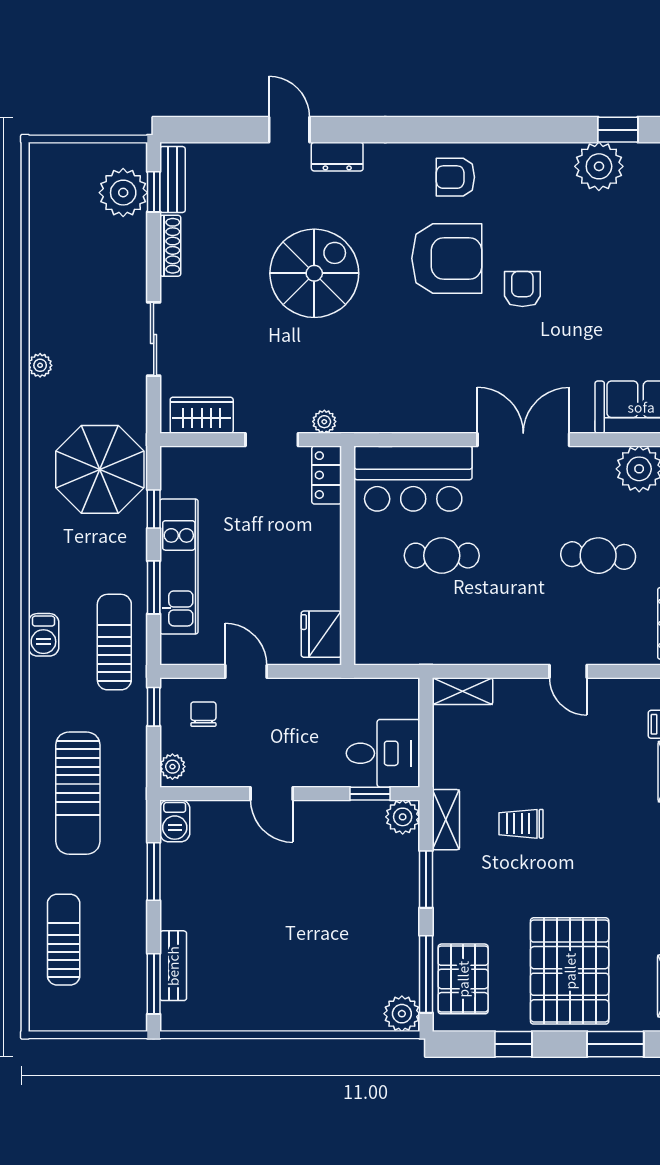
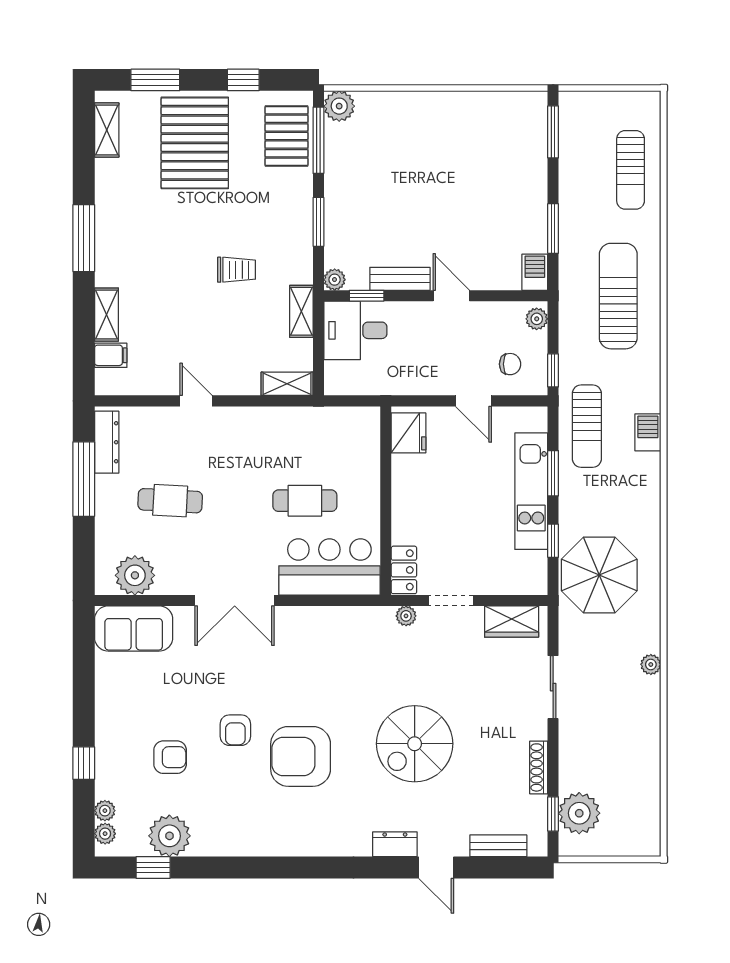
armchair: (455, 177) -> (170, 757), moved
bench: (172, 180) -> (498, 846), moved, turned 90
chair: (203, 714) -> (510, 364), turned -90
plant: (403, 817) -> (335, 280), width x0.73, depth x0.73
shelving: (446, 820) -> (301, 311), moved
bench: (173, 966) -> (400, 279), moved, turned 90

